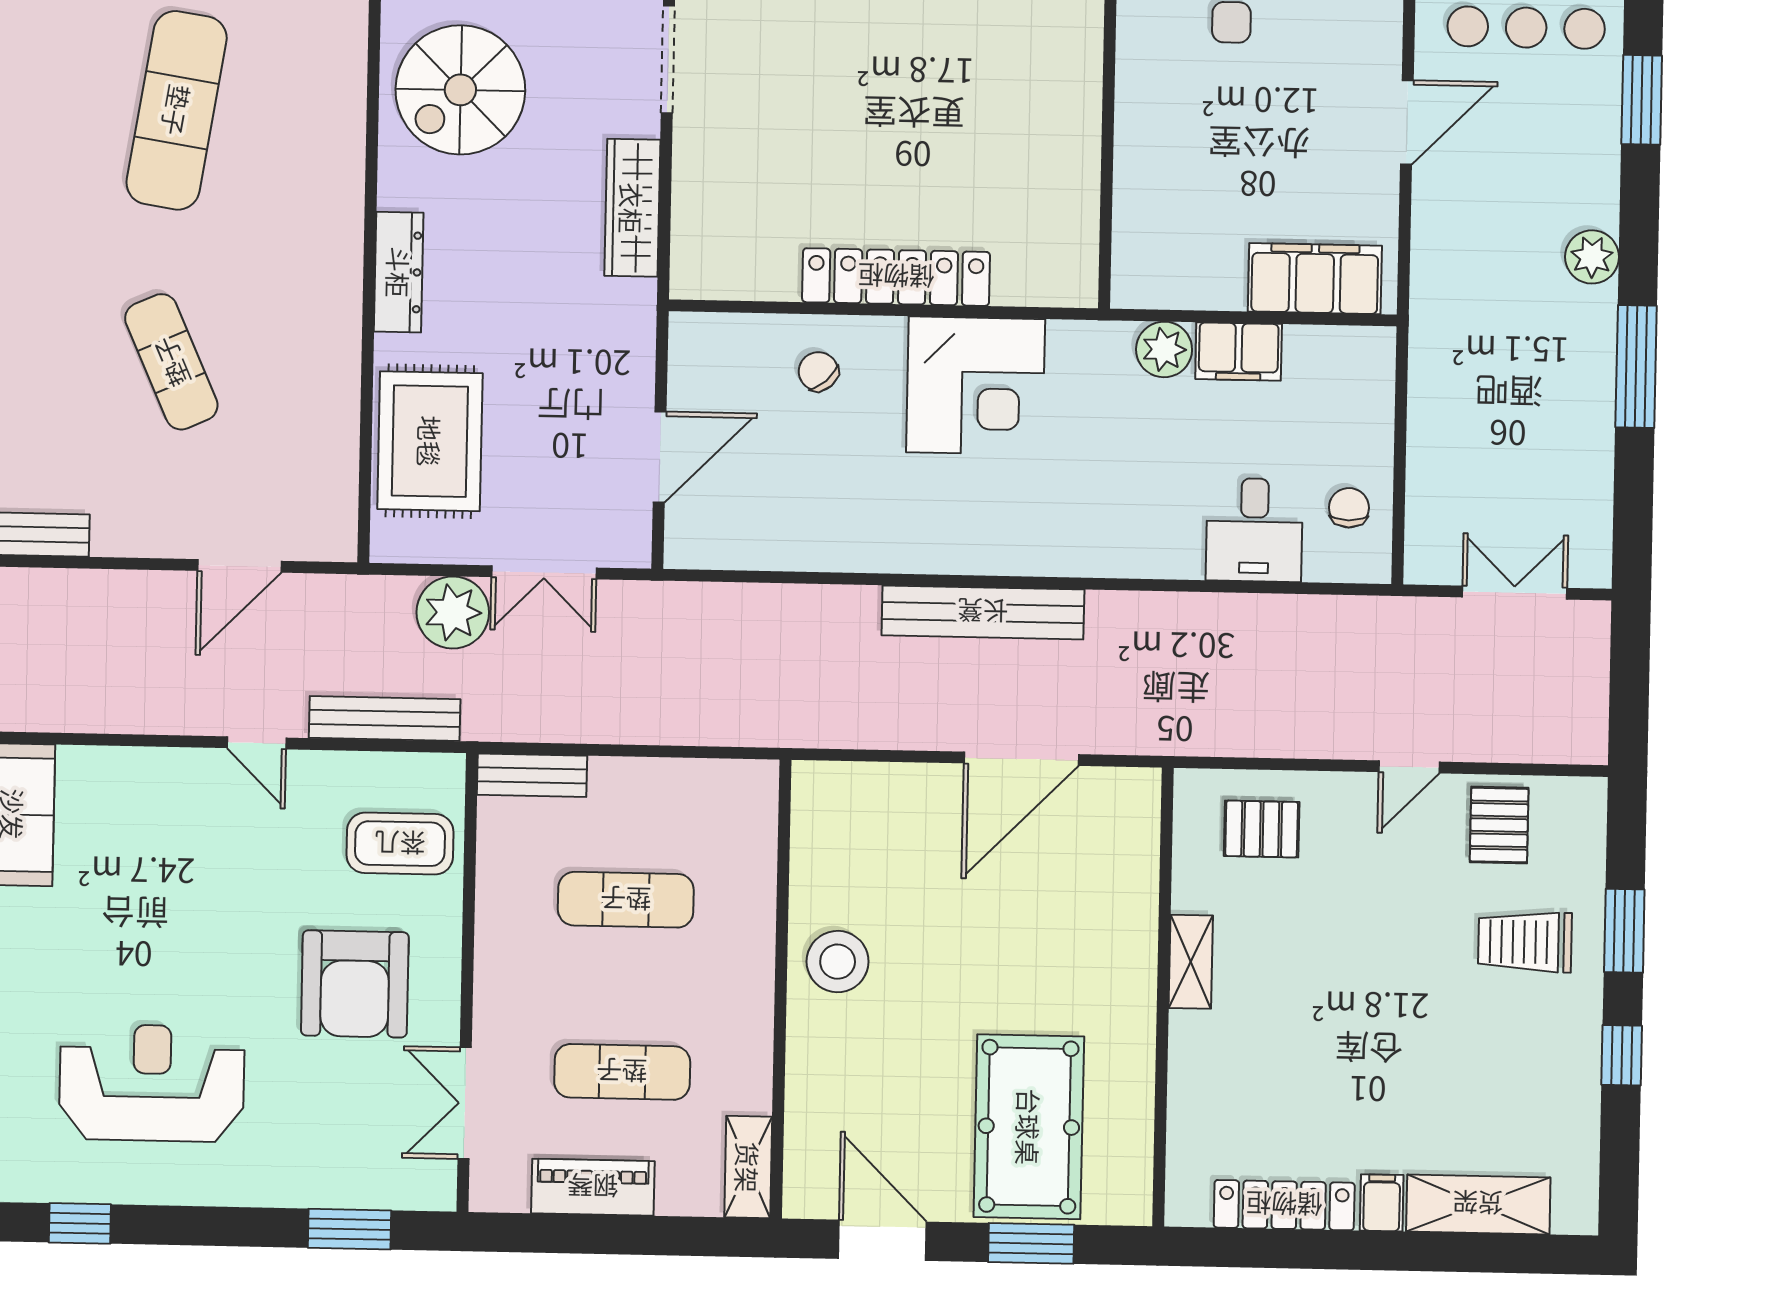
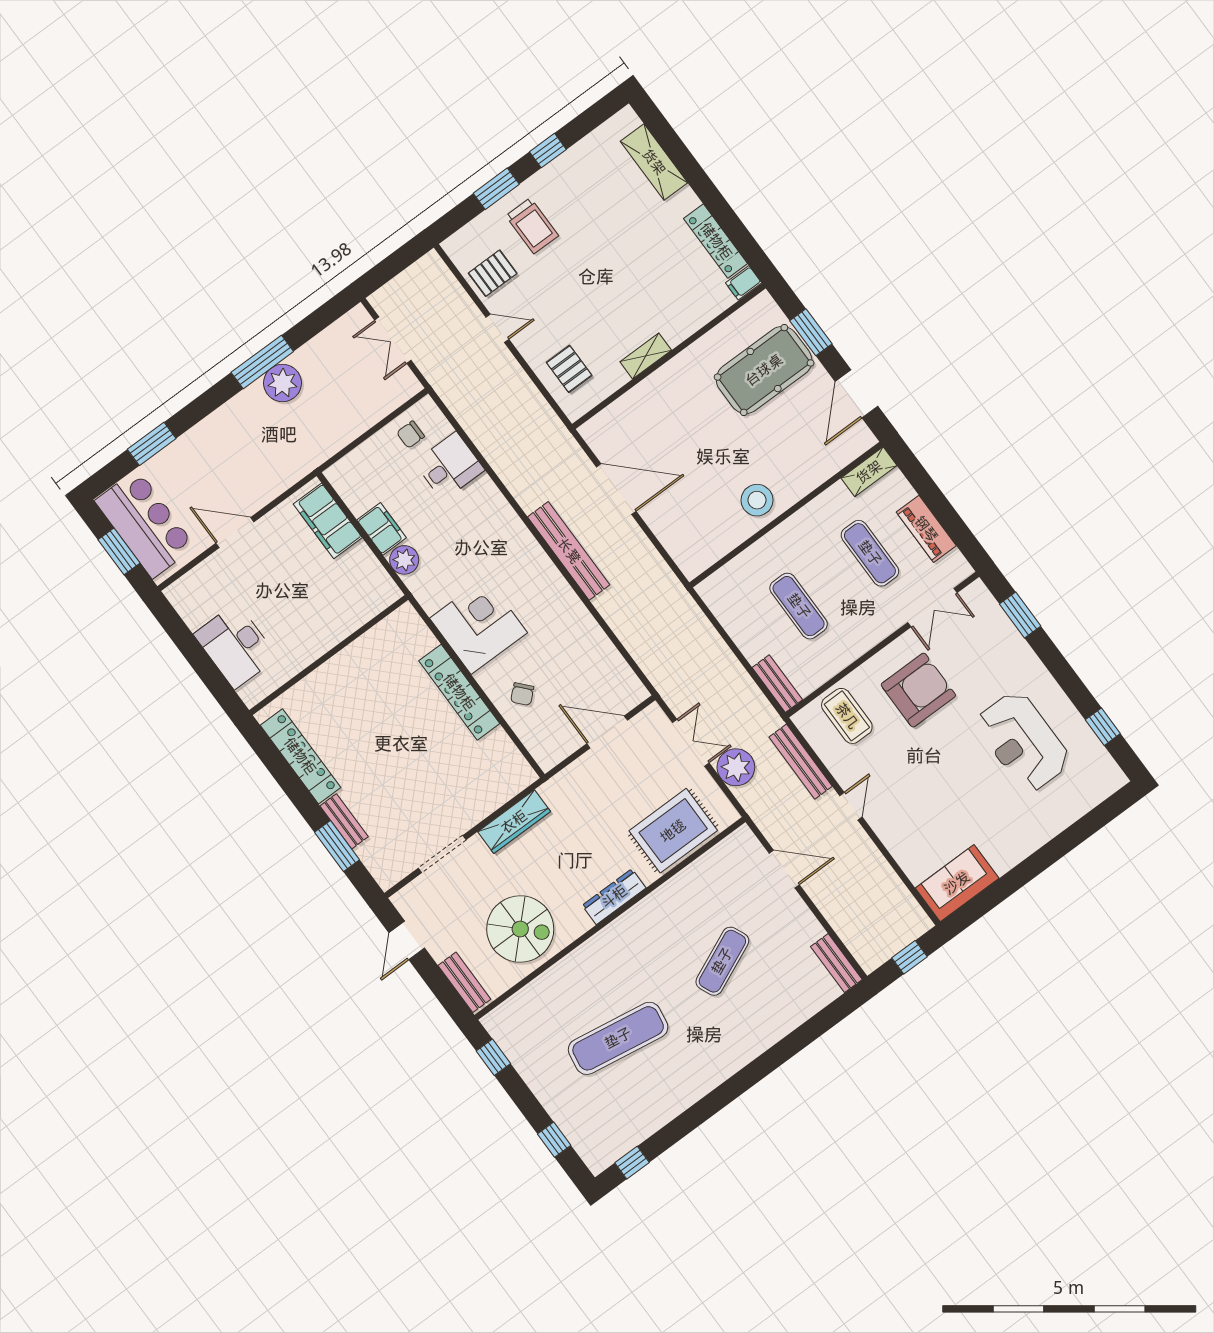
plant: (1592, 257) -> (282, 383), moved, width x1.36, depth x1.36
filing cabinet: (1382, 1203) -> (744, 283), moved

